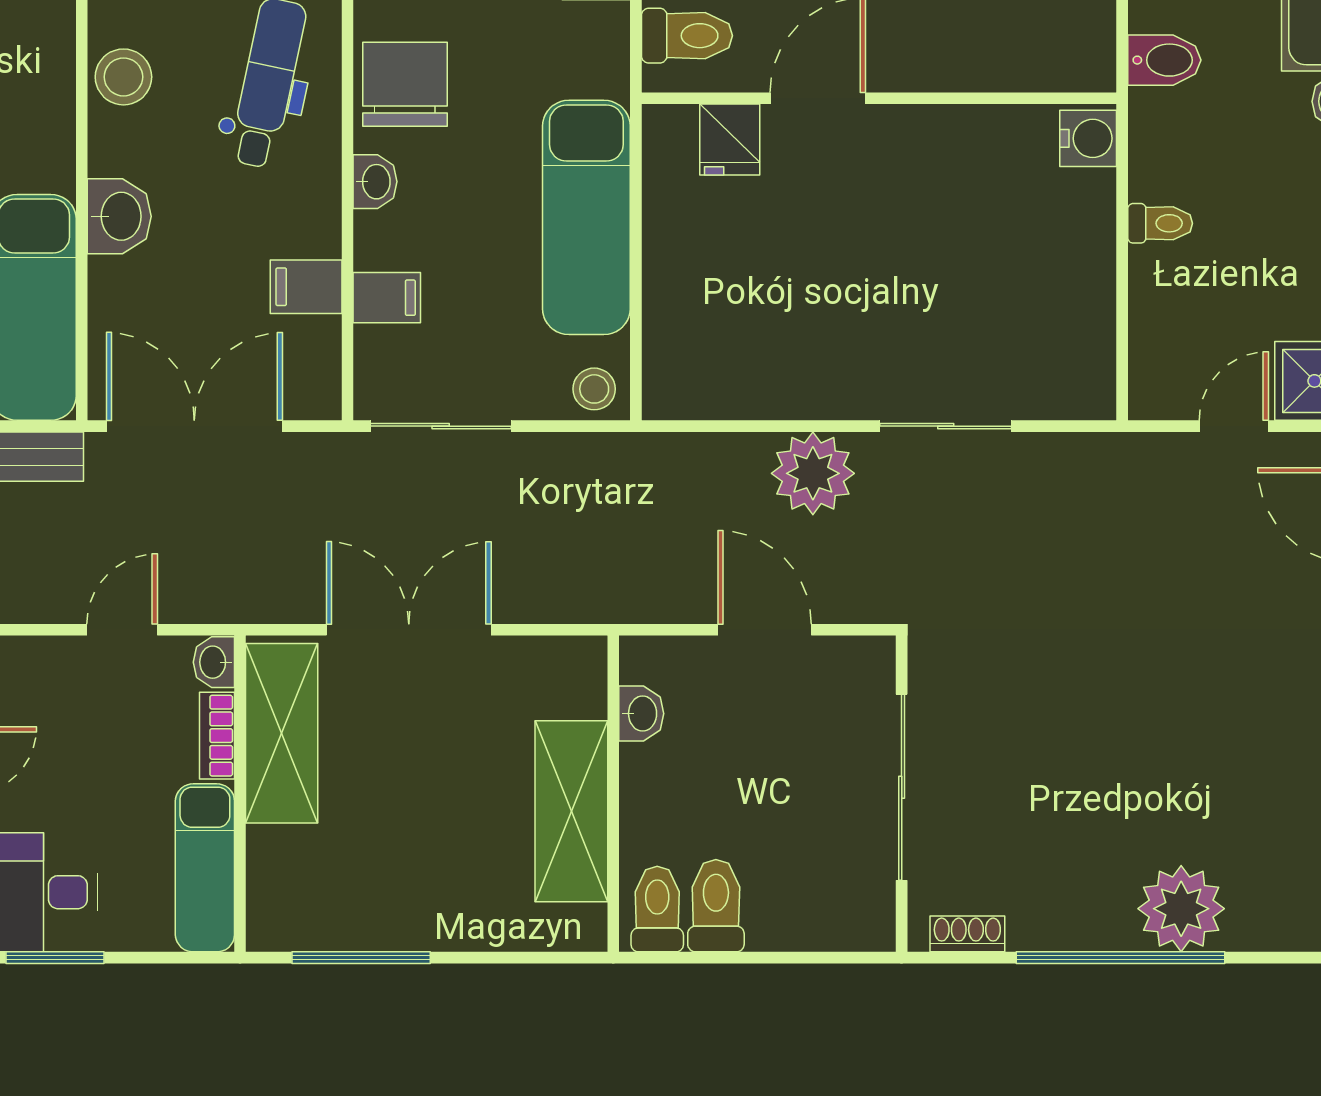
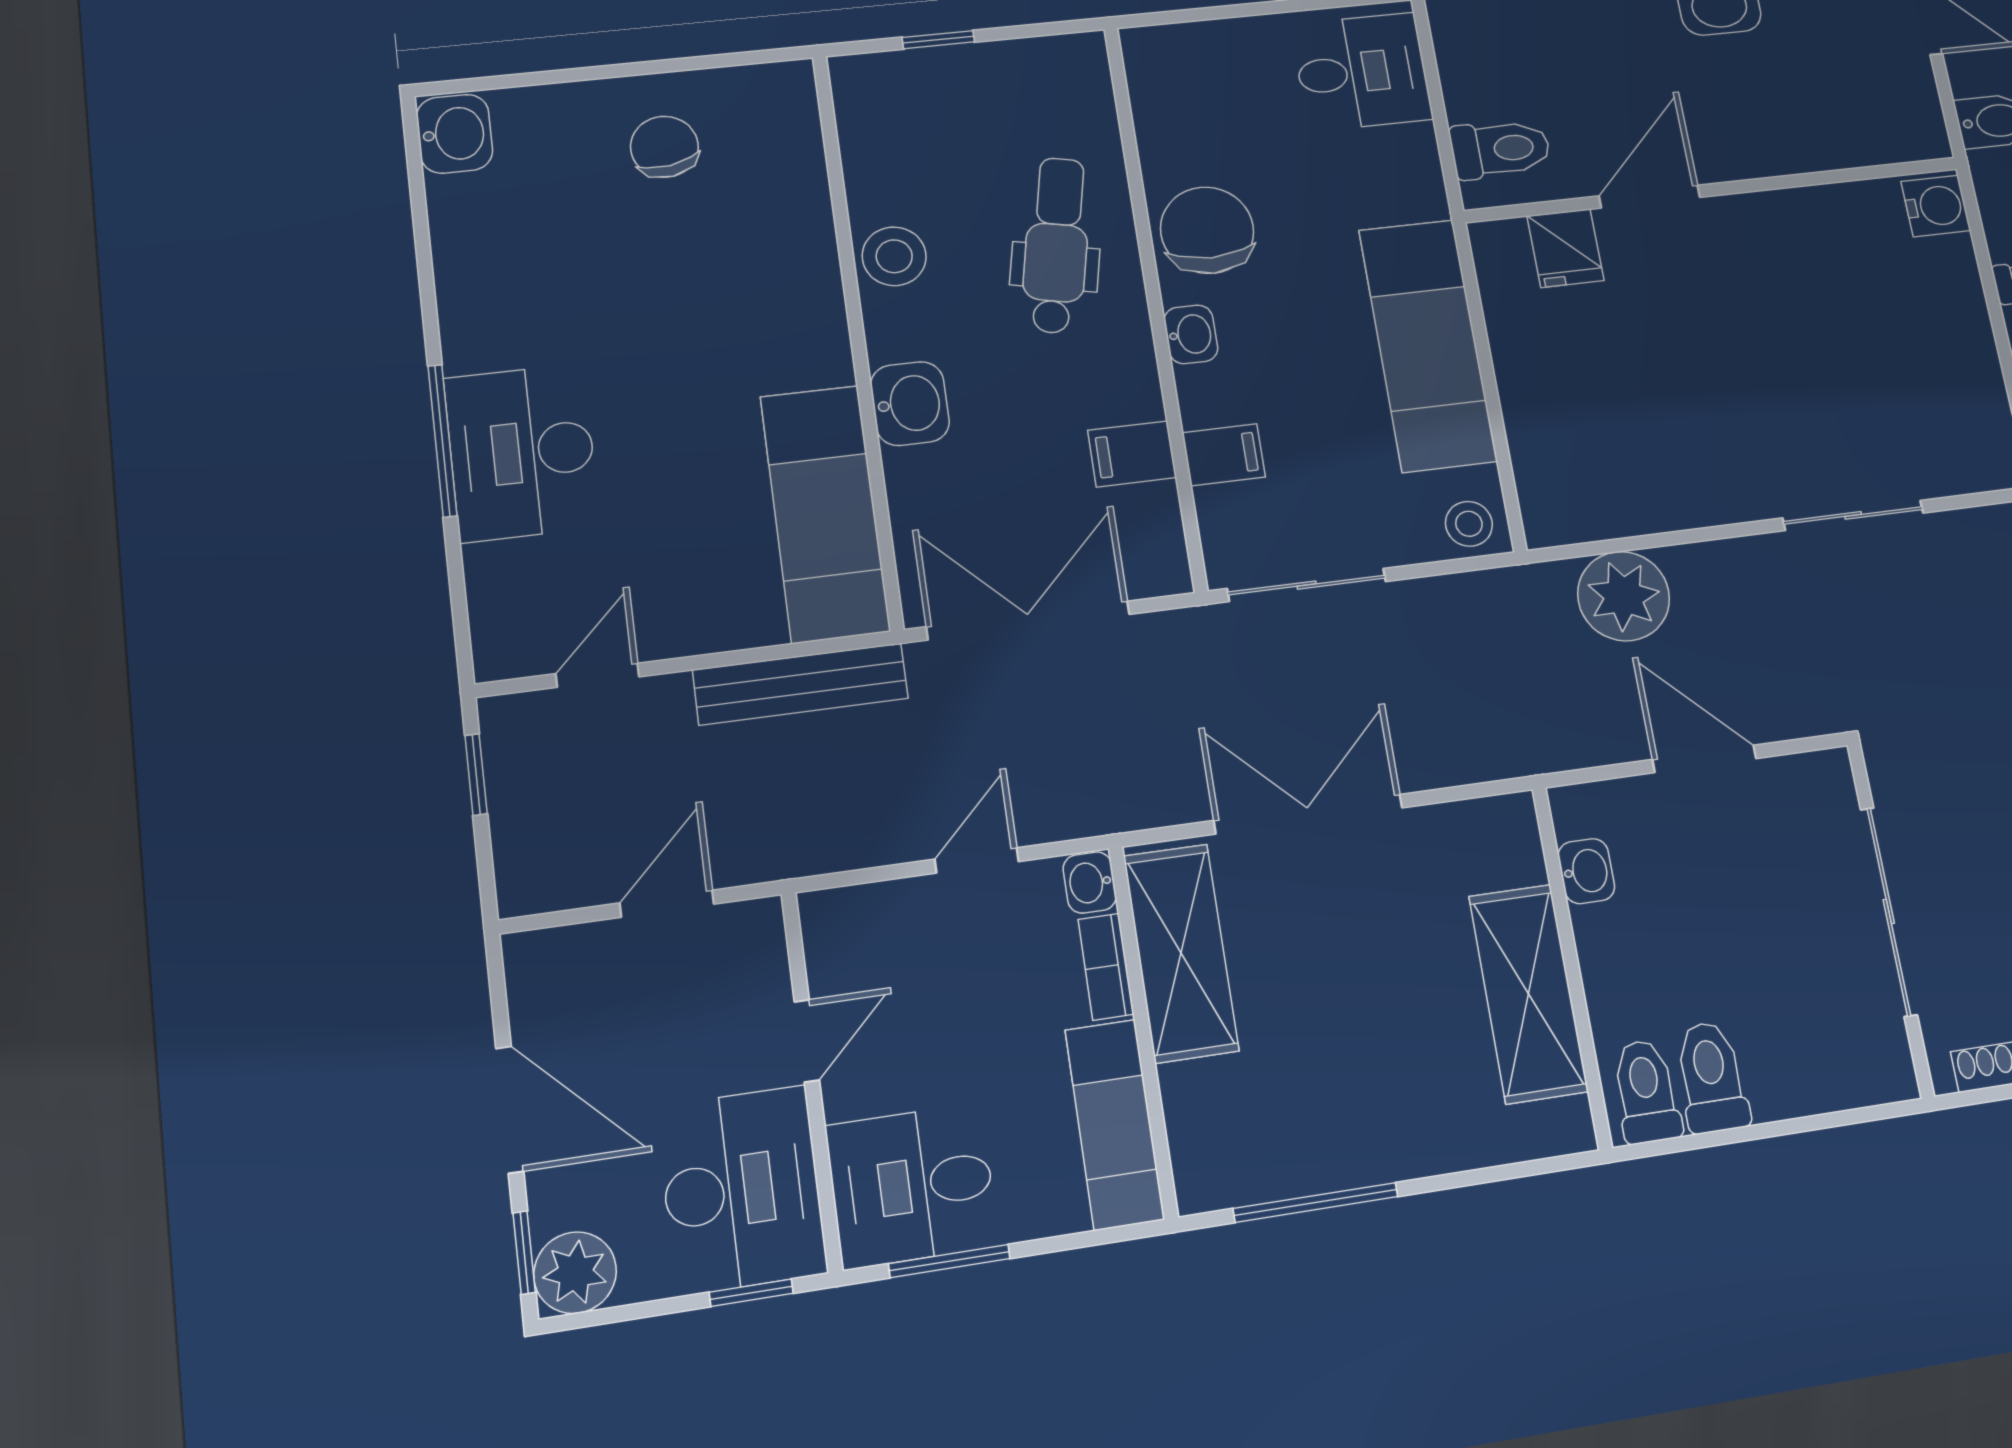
plant: (813, 473) -> (1624, 596), moved

